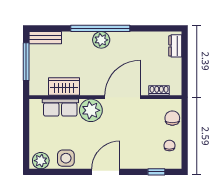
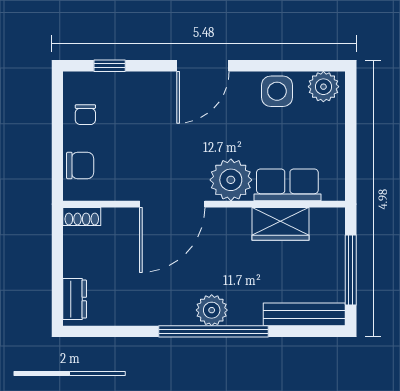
bench: (45, 38) -> (304, 314), width x1.36
shoe rack: (159, 90) -> (82, 217), moved
chair: (172, 118) -> (80, 165), turned -90

